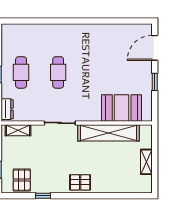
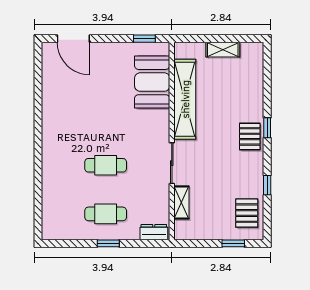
window: (155, 82) -> (144, 39), moved
shelving: (18, 130) -> (181, 203), moved
pallet: (22, 180) -> (247, 213), turned 90
window: (87, 196) -> (267, 128), added

